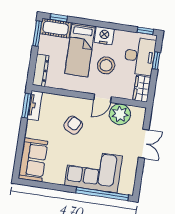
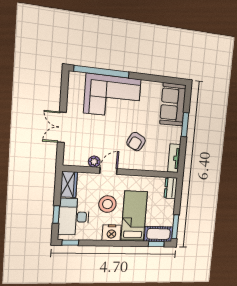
dresser: (41, 70) -> (171, 188), width x0.70
window: (26, 106) -> (185, 125), moved
plant: (120, 114) -> (94, 162), width x0.53, depth x0.53

